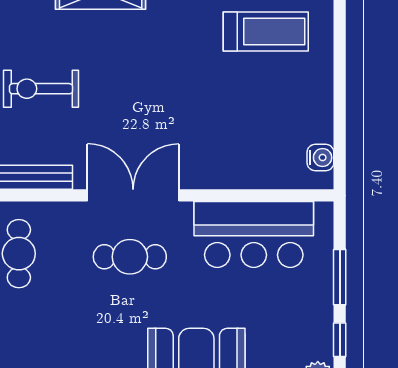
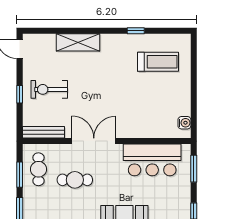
cafe table: (130, 257) -> (75, 180), moved
window: (340, 277) -> (194, 169), moved

